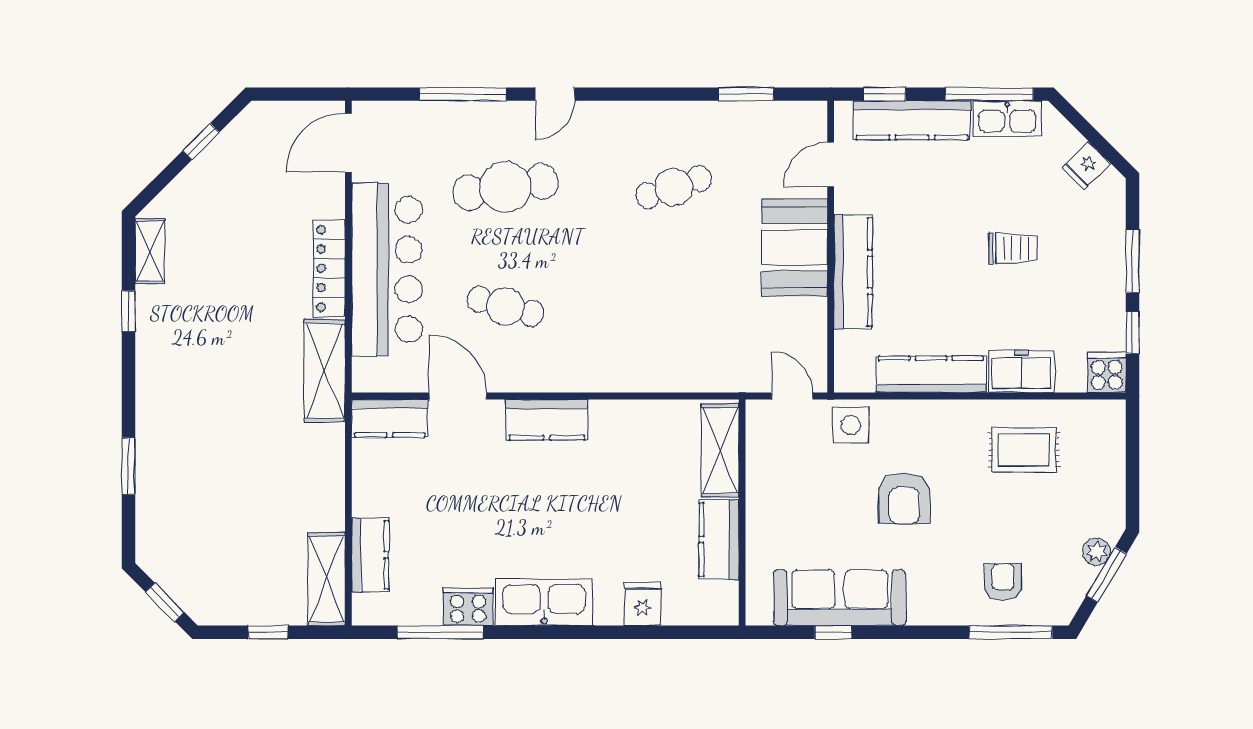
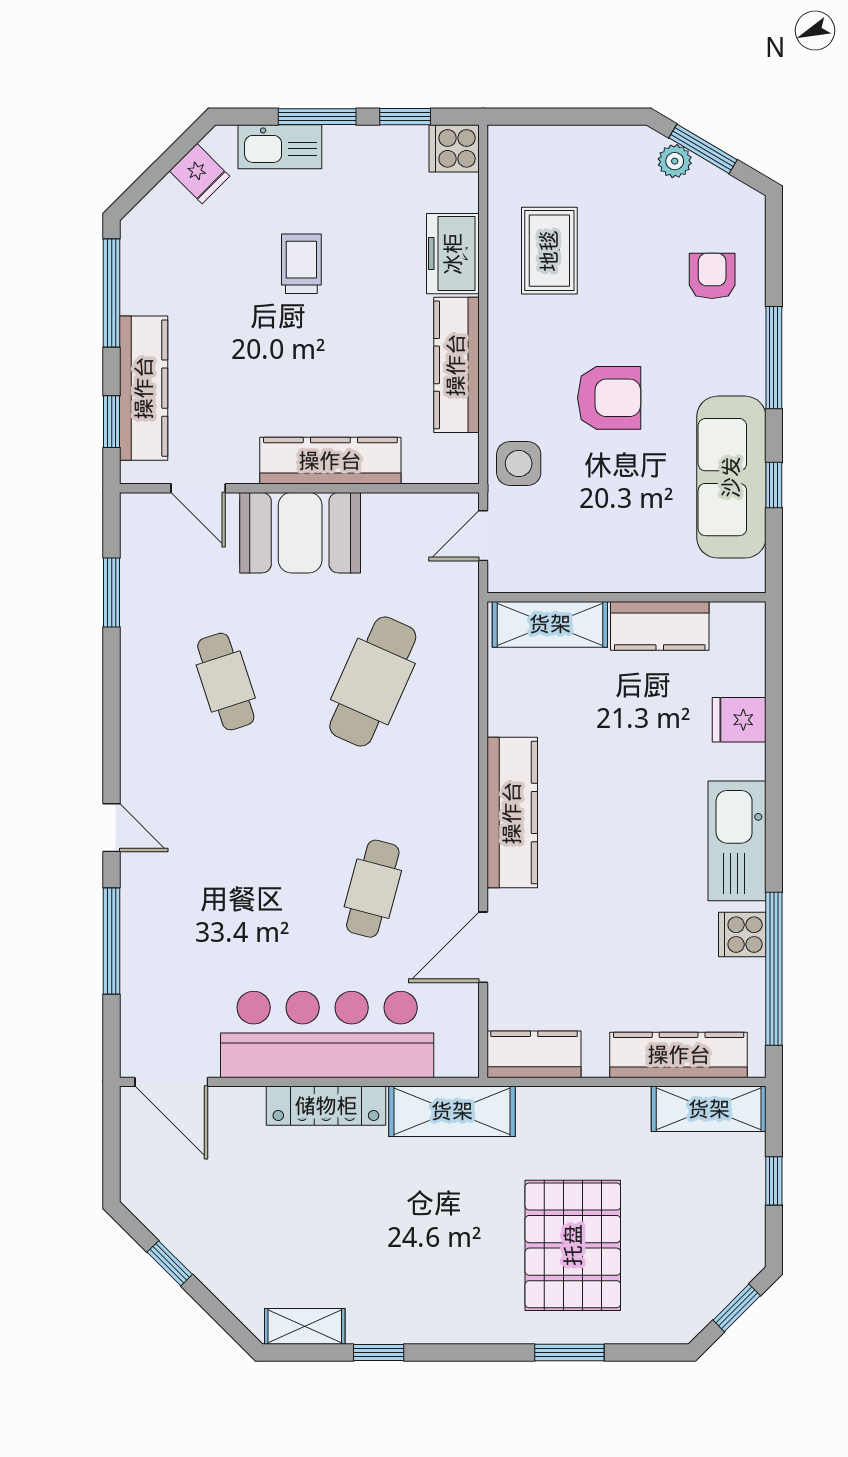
kitchen sink: (1007, 119) -> (280, 147), moved, turned 90
cafe table: (505, 187) -> (373, 682), moved, turned 33
kitchen counter: (390, 418) -> (534, 1054), moved, turned -90
kitchen counter: (547, 420) -> (512, 813), width x1.50
pallet: (216, 469) -> (573, 1245), added
kitchen counter: (370, 555) -> (679, 1055), width x1.50
armchair: (1003, 582) -> (712, 276), turned 90
cooker: (468, 607) -> (742, 935), width x0.73
window: (440, 632) -> (774, 969), width x1.46
window: (1011, 632) -> (774, 358), moved

